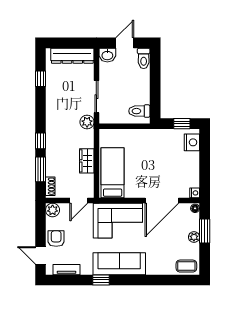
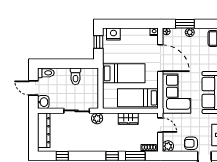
toilet: (139, 111) -> (75, 76), moved
bed: (143, 155) -> (124, 73), added

